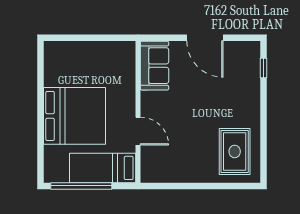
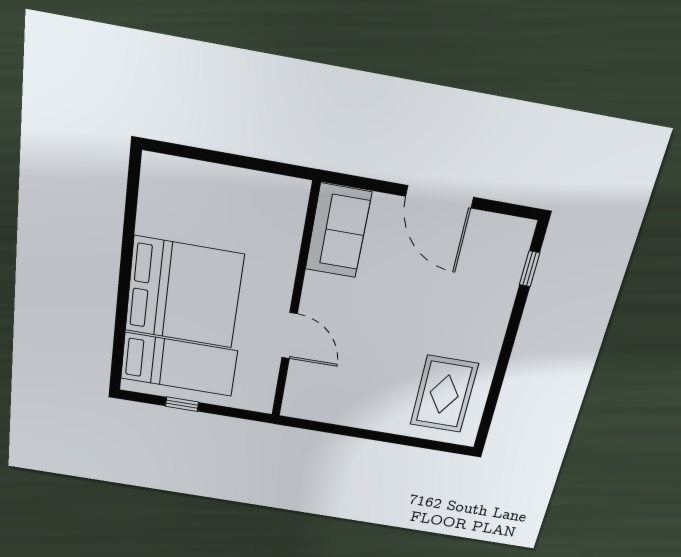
bed: (103, 168) -> (179, 365), moved, turned 180
window: (81, 186) -> (182, 404), width x0.32

